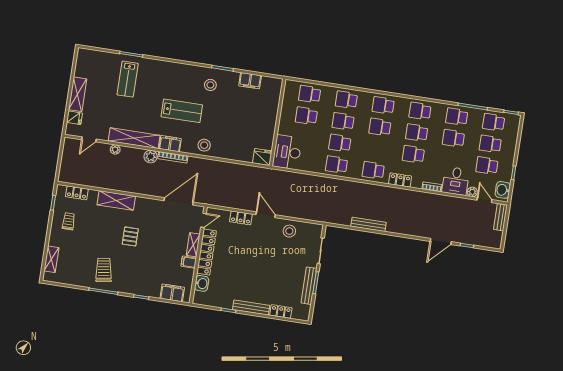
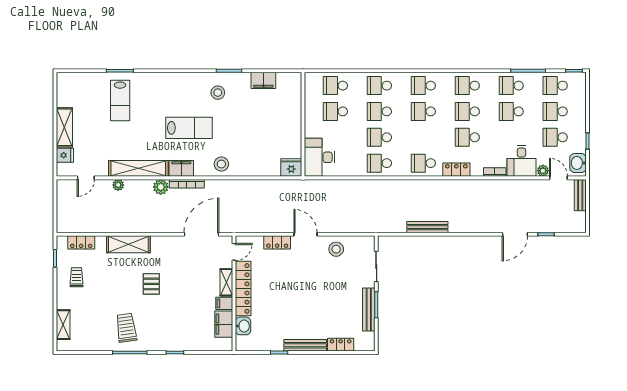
filing cabinet: (172, 293) -> (224, 324), moved, turned -90

